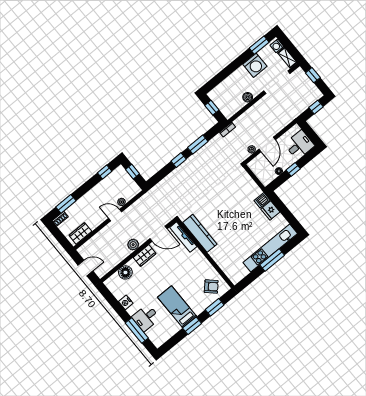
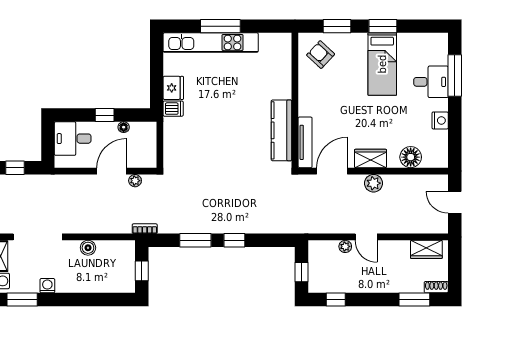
washing machine: (255, 65) -> (47, 286), width x0.53, depth x0.53
door: (158, 234) -> (332, 171), hinge flipped

